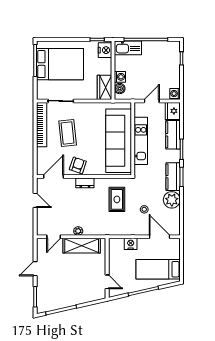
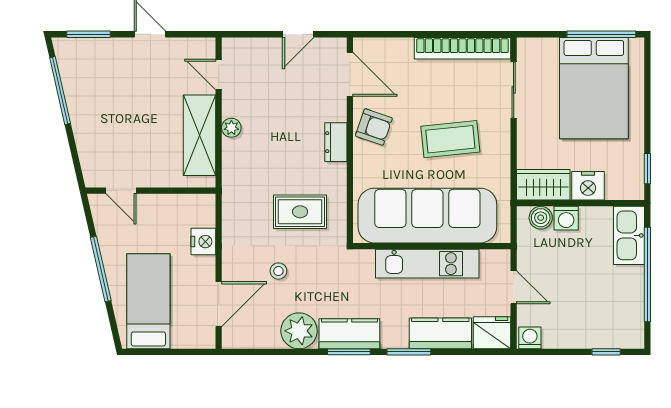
nightstand: (105, 50) -> (588, 186), moved
coffee table: (68, 133) -> (450, 139), moved
door: (107, 282) -> (121, 191), hinge flipped

